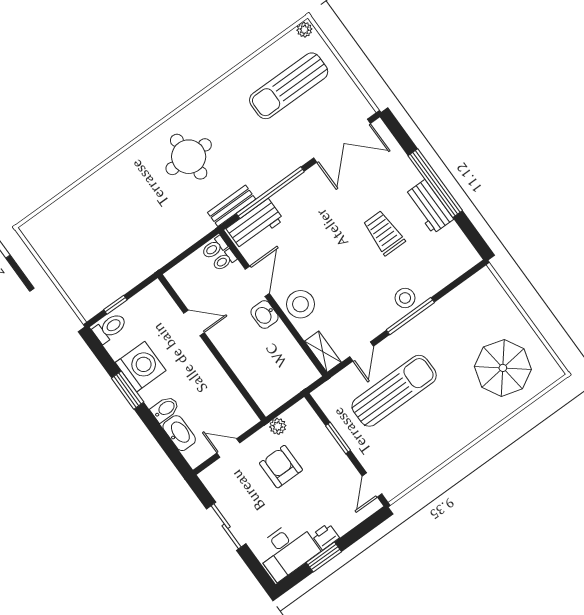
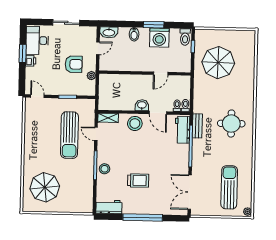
workbench: (429, 207) -> (109, 207), moved
parasol: (111, 247) -> (218, 63), added
washbasin: (179, 433) -> (109, 32), moved

